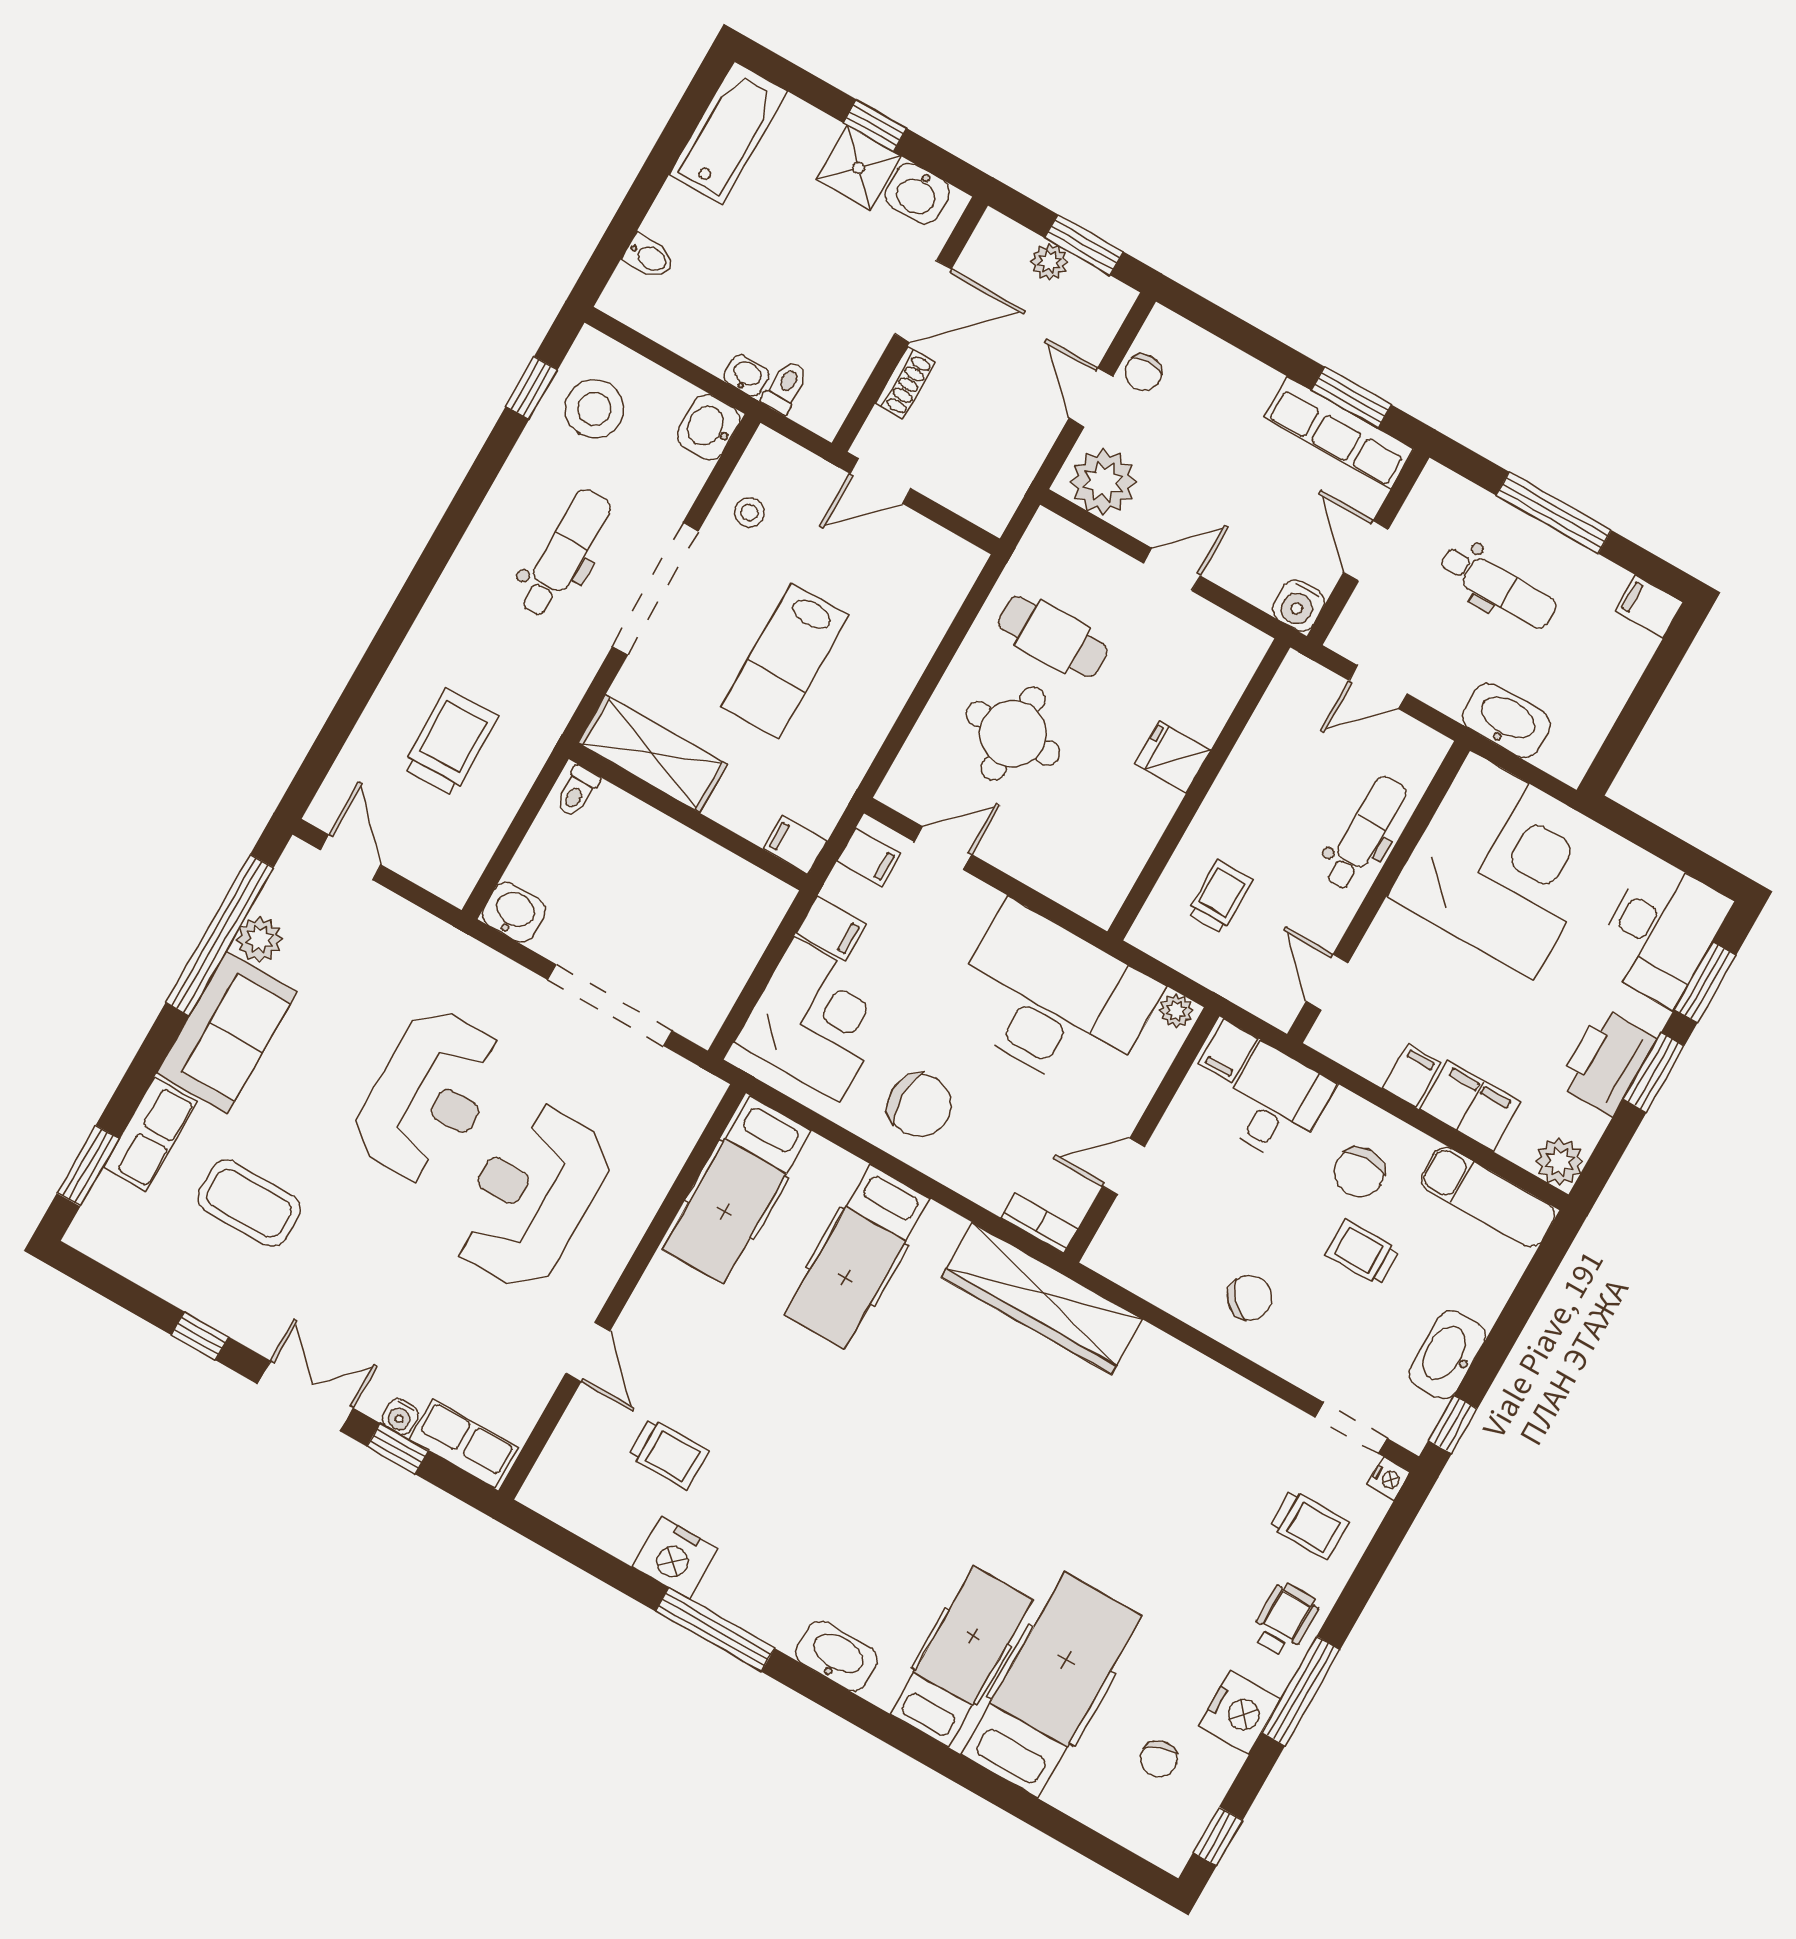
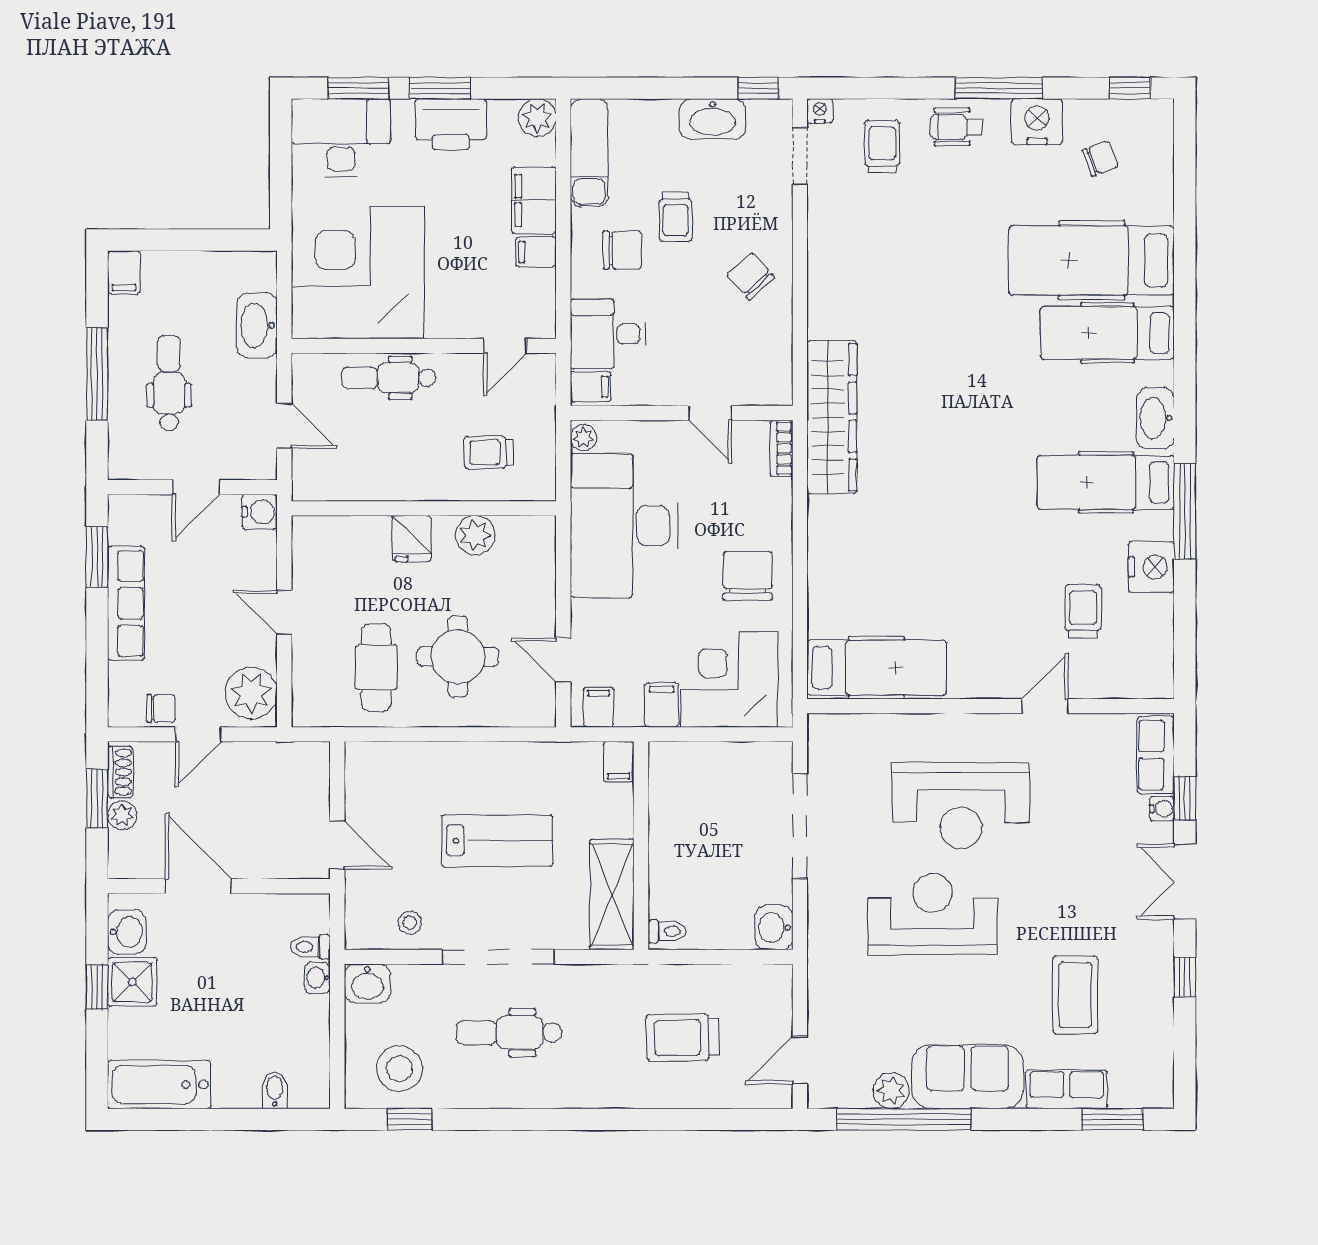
shoe rack: (905, 383) -> (120, 772), moved, turned 90
row of seats: (1339, 433) -> (126, 603), moved
plant: (1137, 829) -> (475, 535), added
hospital bed: (857, 1257) -> (1106, 482), moved, turned 180

